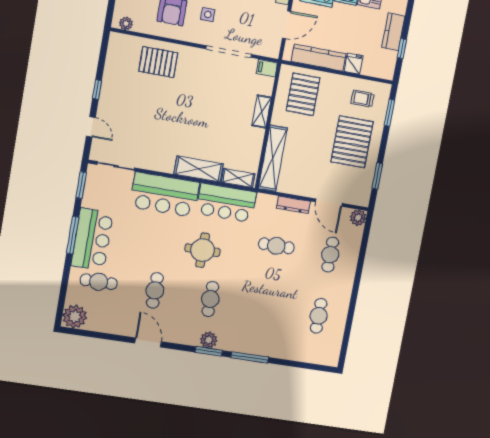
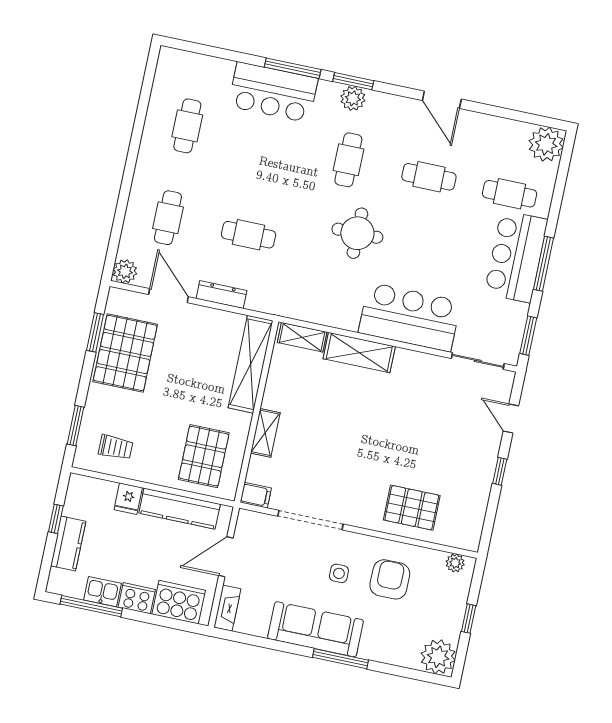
pallet: (352, 142) -> (125, 353), moved
bar counter: (226, 203) -> (273, 92), moved, turned 180
cafe table: (155, 290) -> (429, 177), turned 90

